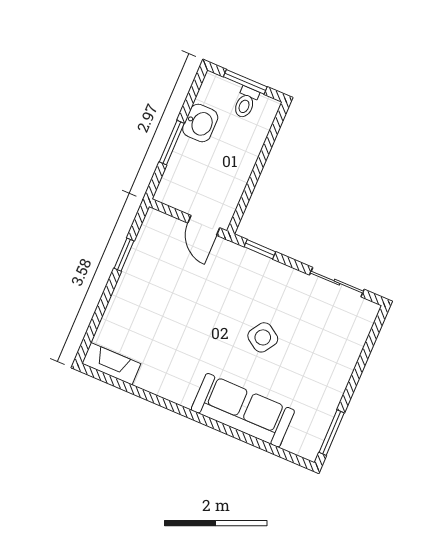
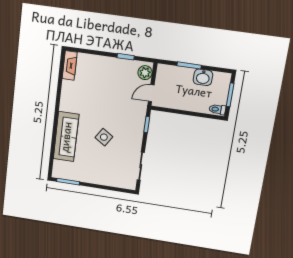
toilet: (246, 102) -> (217, 109), moved
plant: (163, 227) -> (145, 73), added

